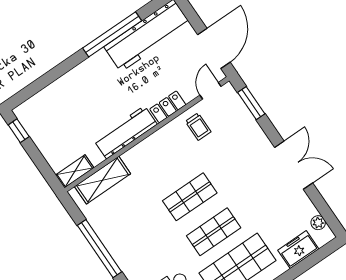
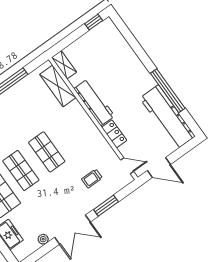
door: (214, 48) -> (159, 168), width x0.73
window: (251, 103) -> (106, 206), moved
trolley: (198, 126) -> (92, 179), moved
plant: (318, 223) -> (43, 239), moved

